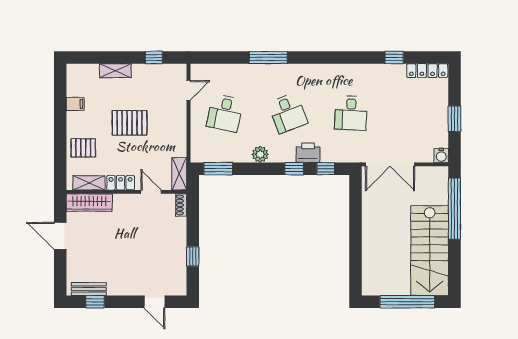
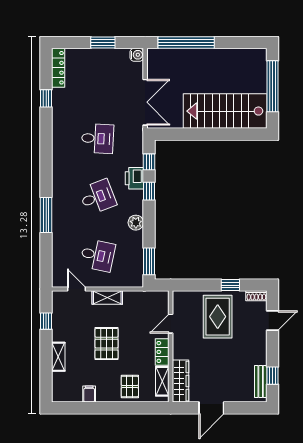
shelving: (179, 174) -> (107, 298), moved
shoe rack: (181, 205) -> (256, 296), moved
rug: (159, 243) -> (218, 317), added
stairs: (430, 251) -> (225, 111), moved, turned 180

